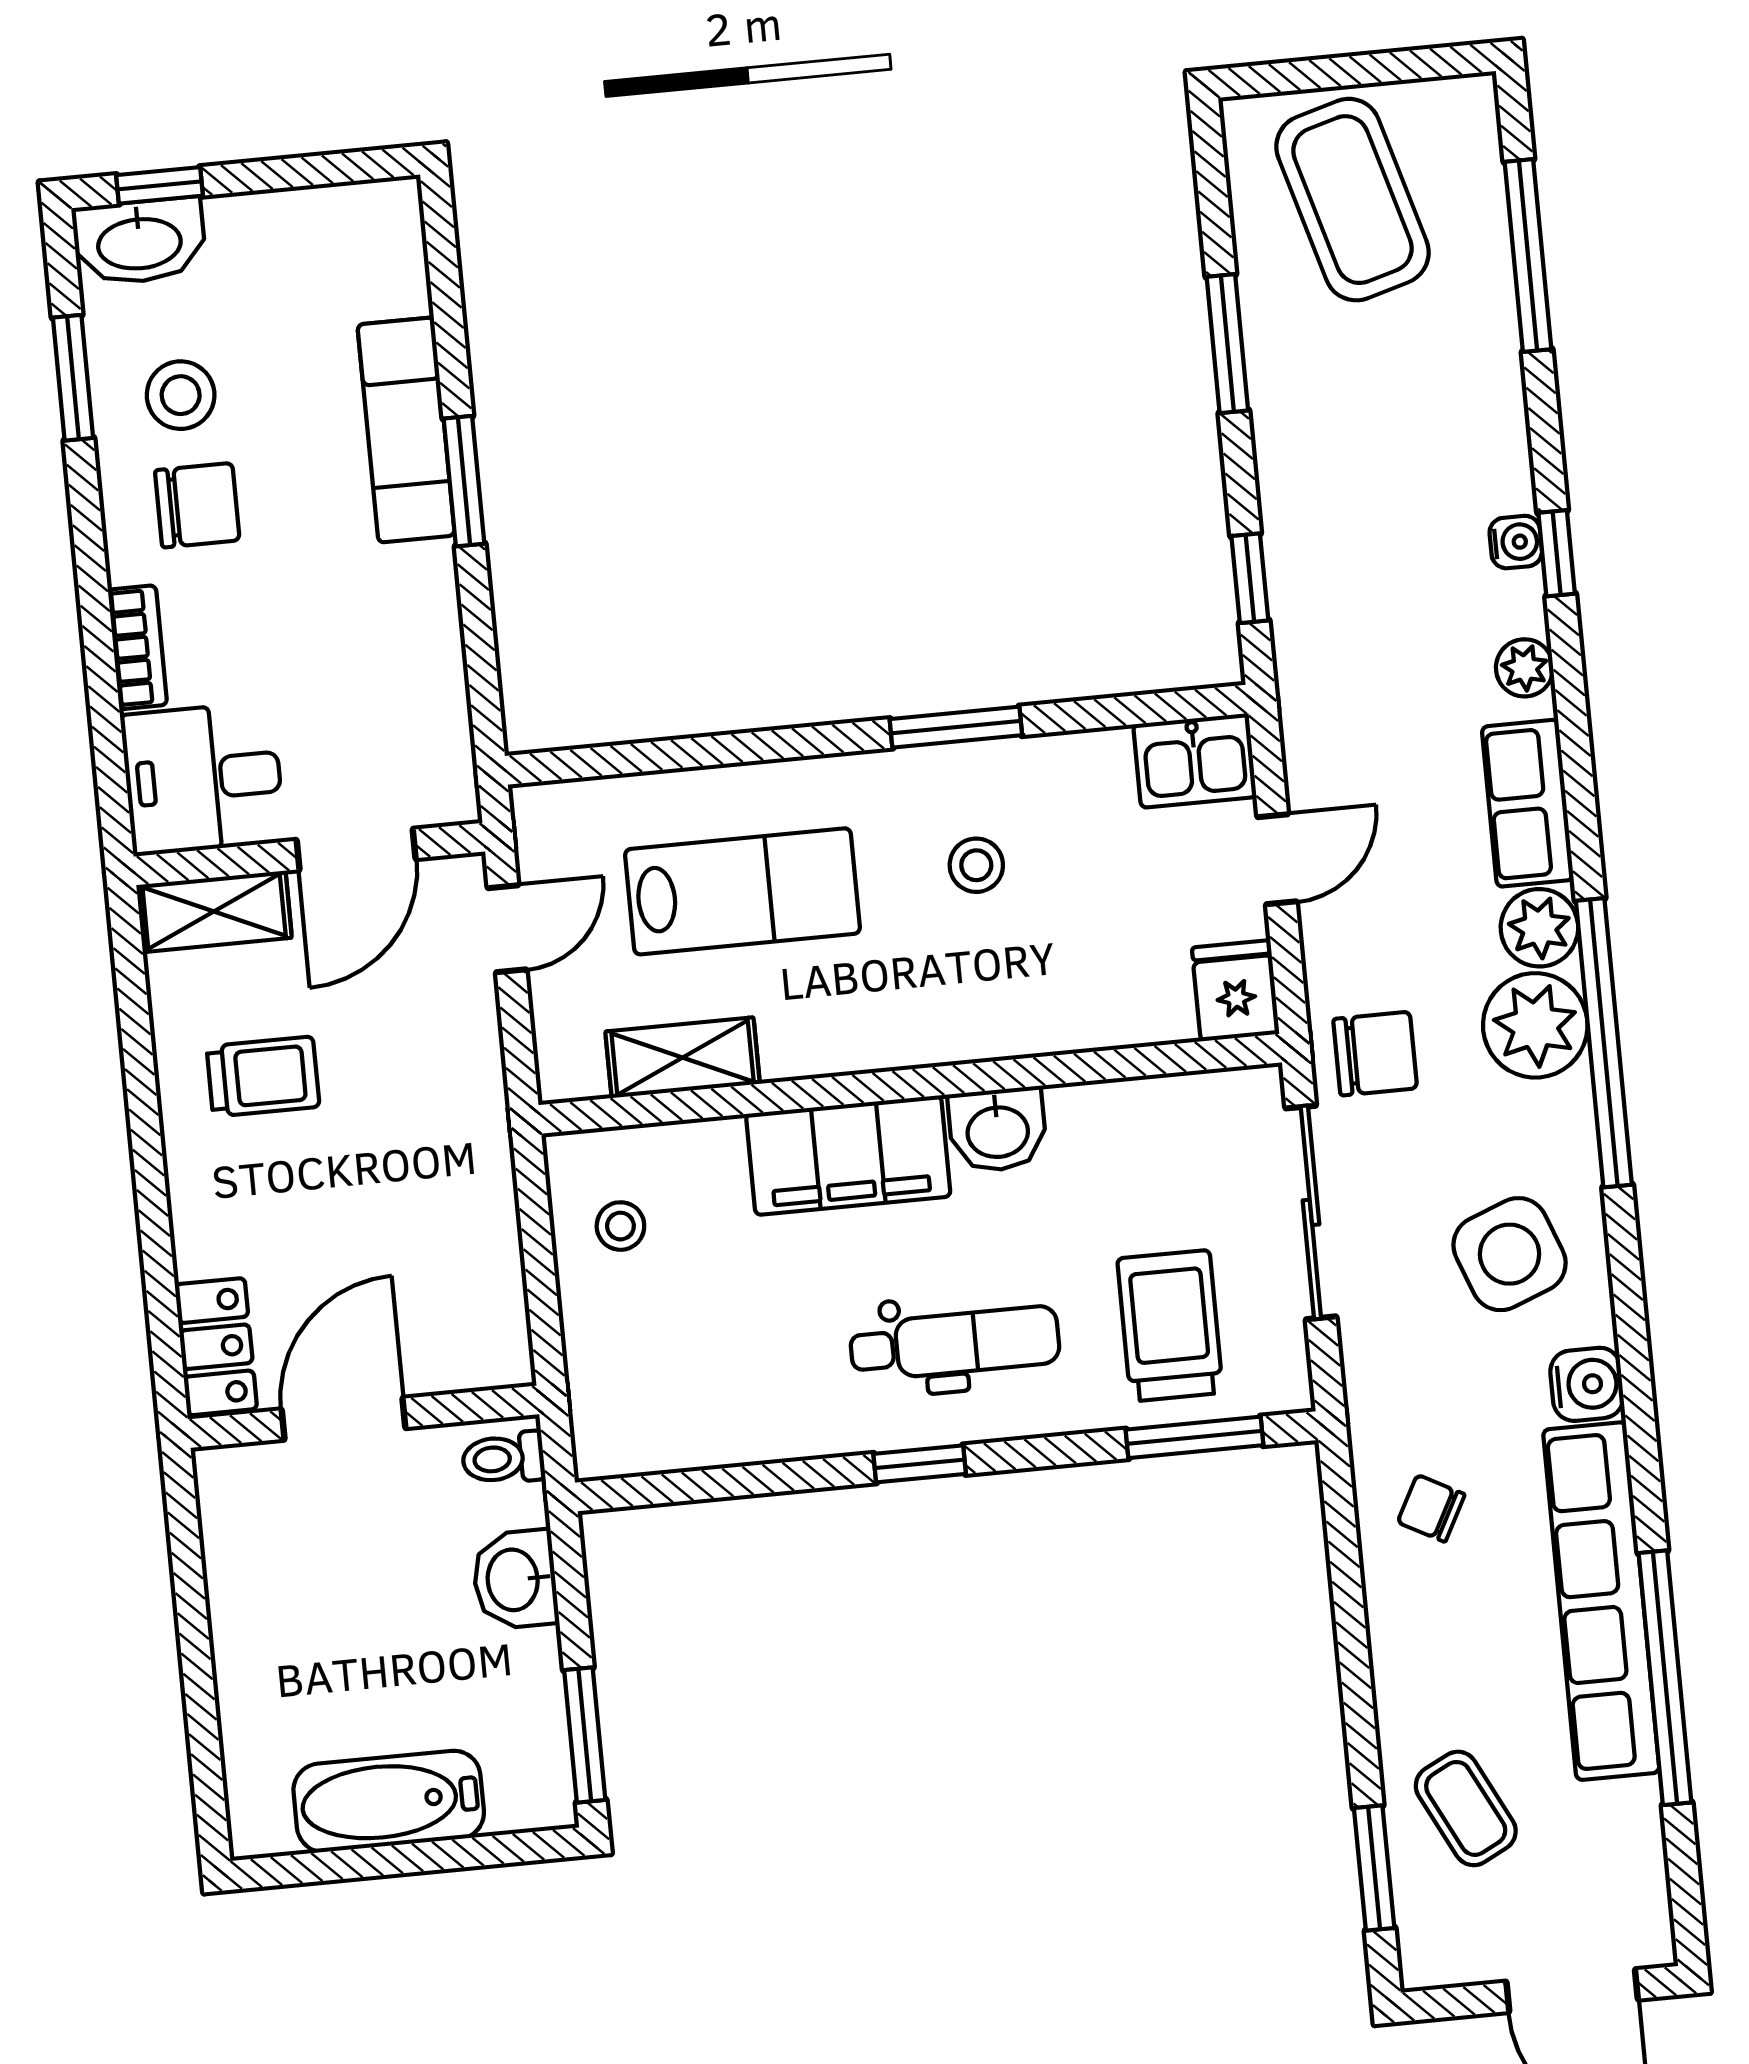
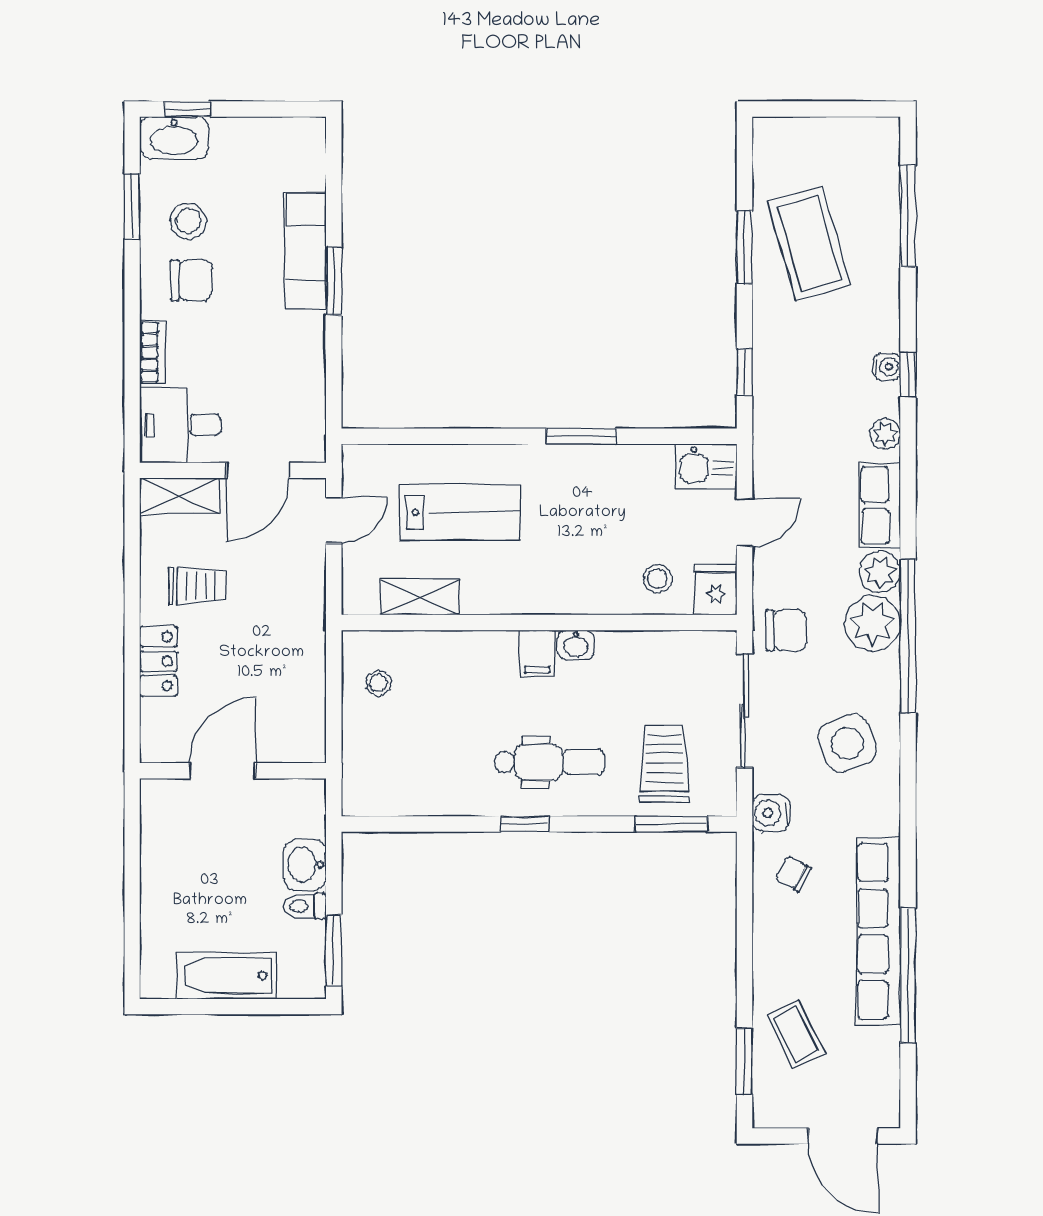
coffee table: (1352, 200) -> (809, 243), moved
stool: (976, 865) -> (658, 579), moved
washbasin: (998, 1130) -> (576, 645), width x0.72, depth x0.69
filing cabinet: (848, 1155) -> (537, 653), width x0.33, depth x0.86
locker: (216, 1347) -> (158, 661), moved
water cooler: (1587, 1384) -> (771, 813), moved, turned 180
toilet: (503, 1458) -> (305, 906), moved

